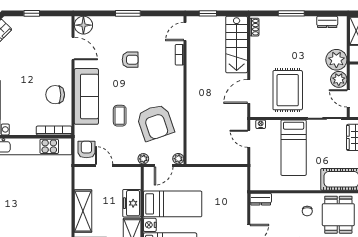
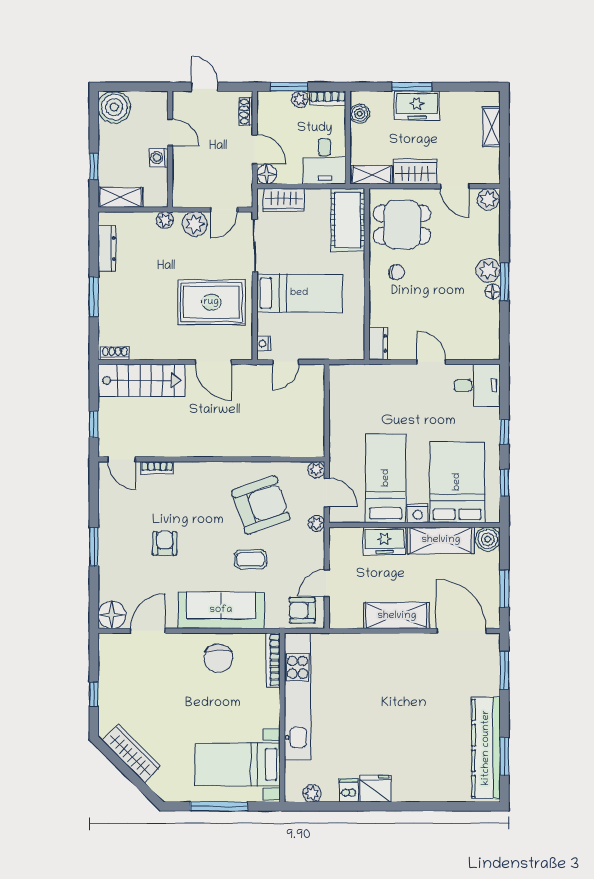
dresser: (327, 22) -> (107, 249), width x1.44
plant: (336, 60) -> (165, 220), width x0.53, depth x0.53

